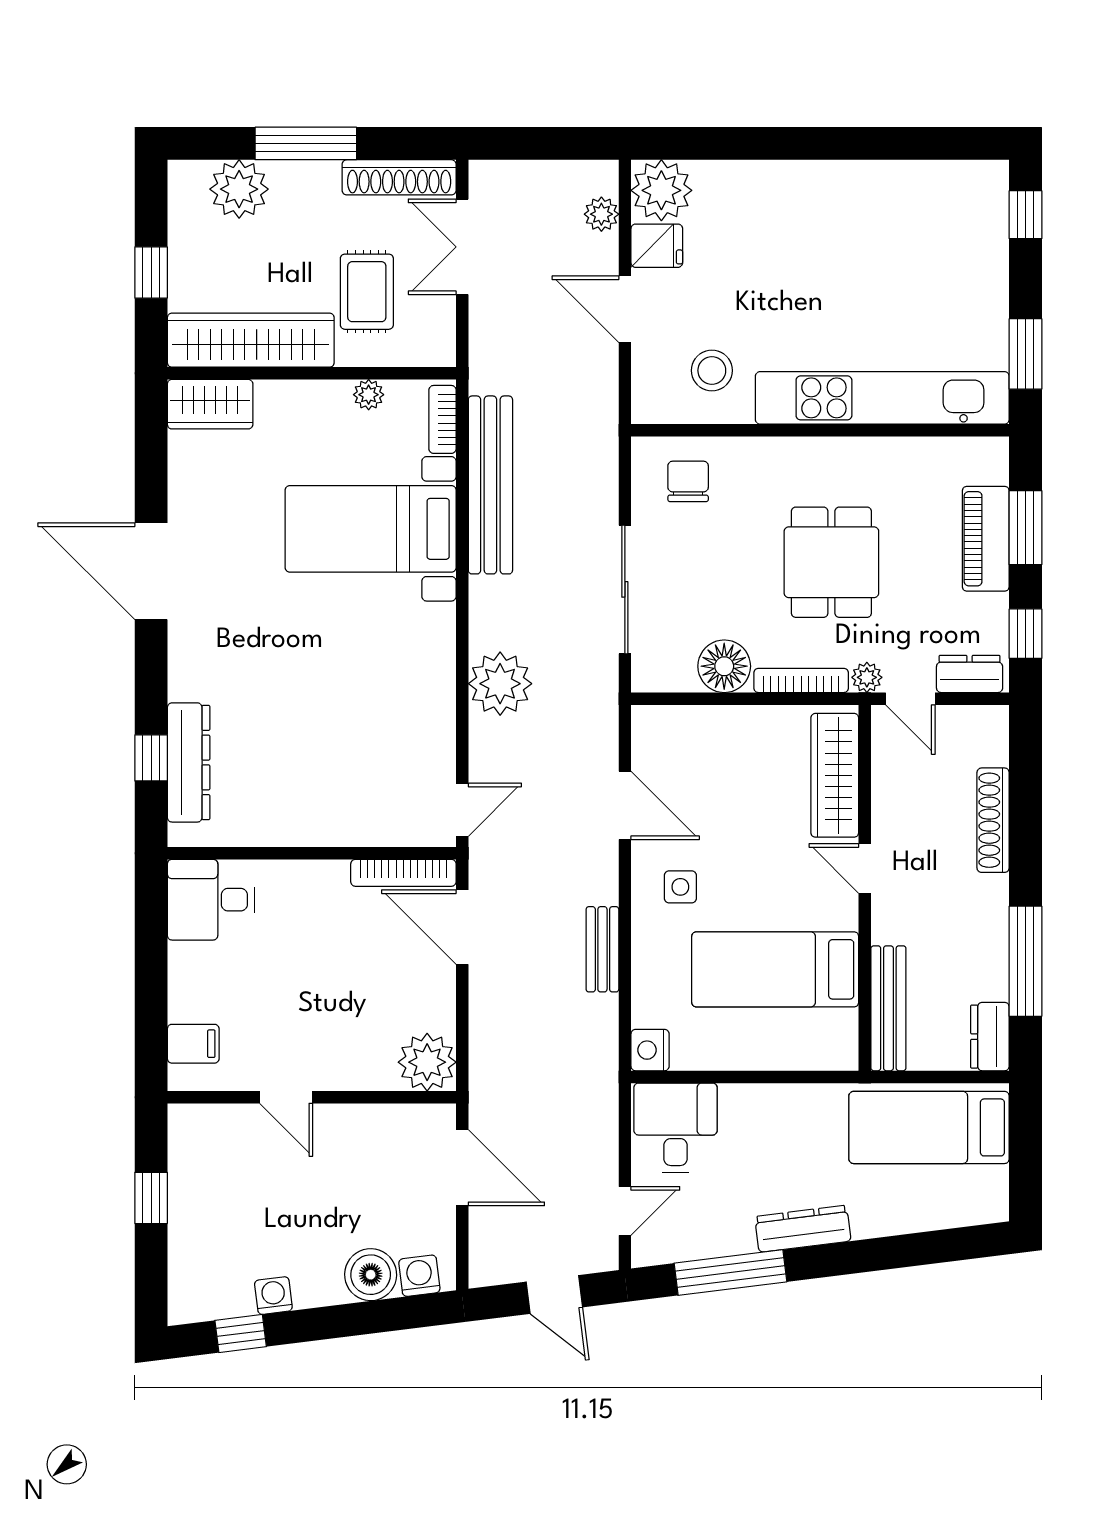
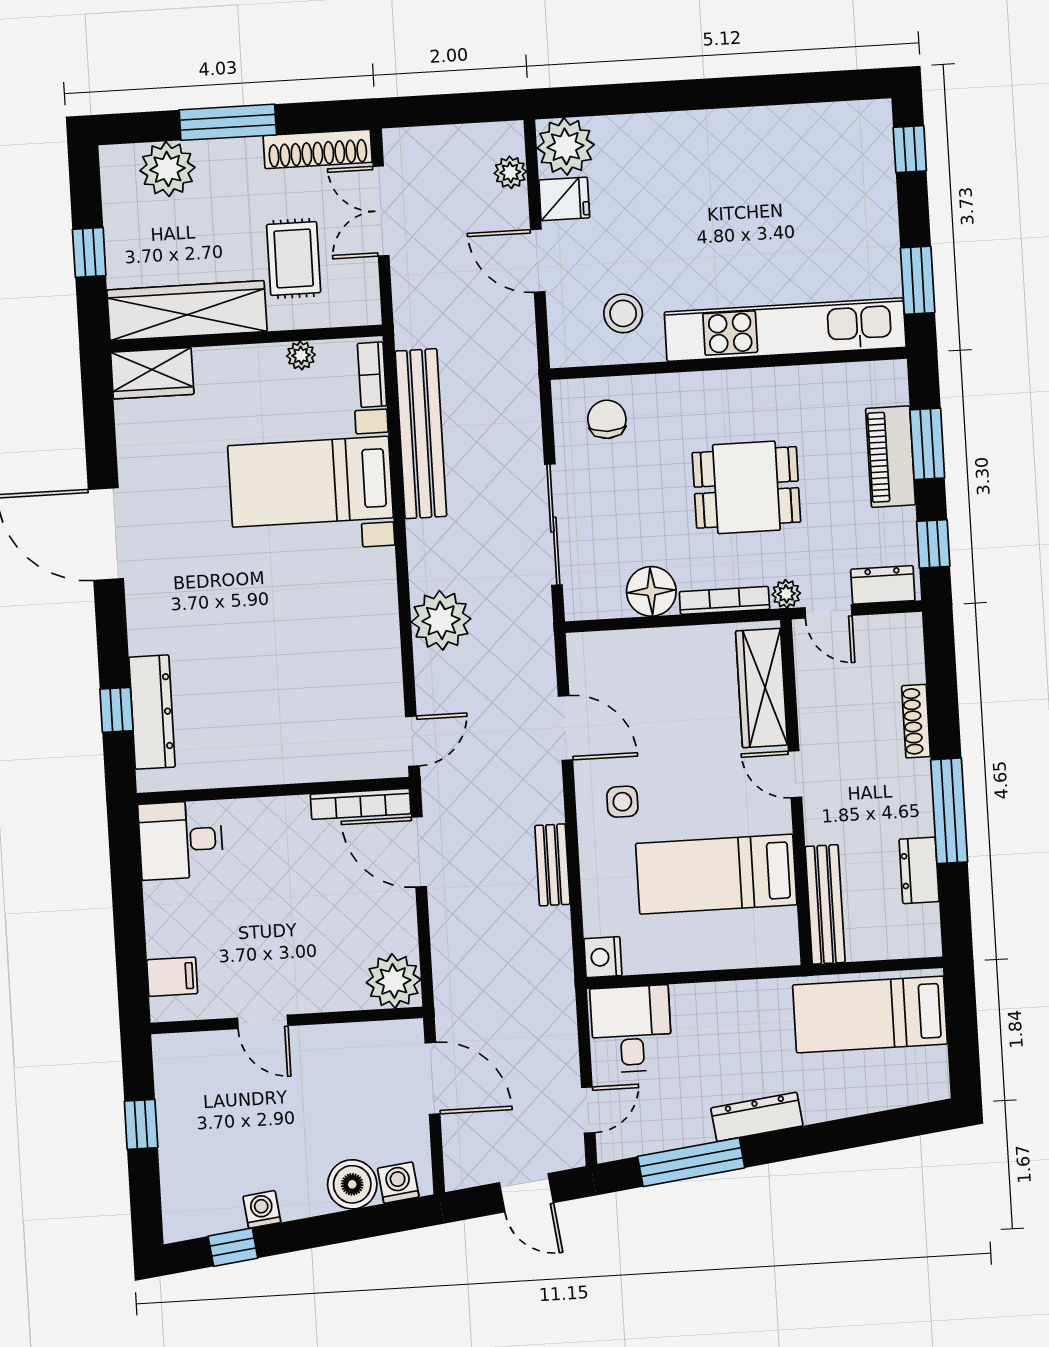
dining table: (831, 562) -> (746, 487), turned 90
shoe rack: (993, 820) -> (916, 721), width x0.74, depth x0.81
window: (1025, 961) -> (949, 811), moved
dresser: (990, 1037) -> (919, 870), moved

